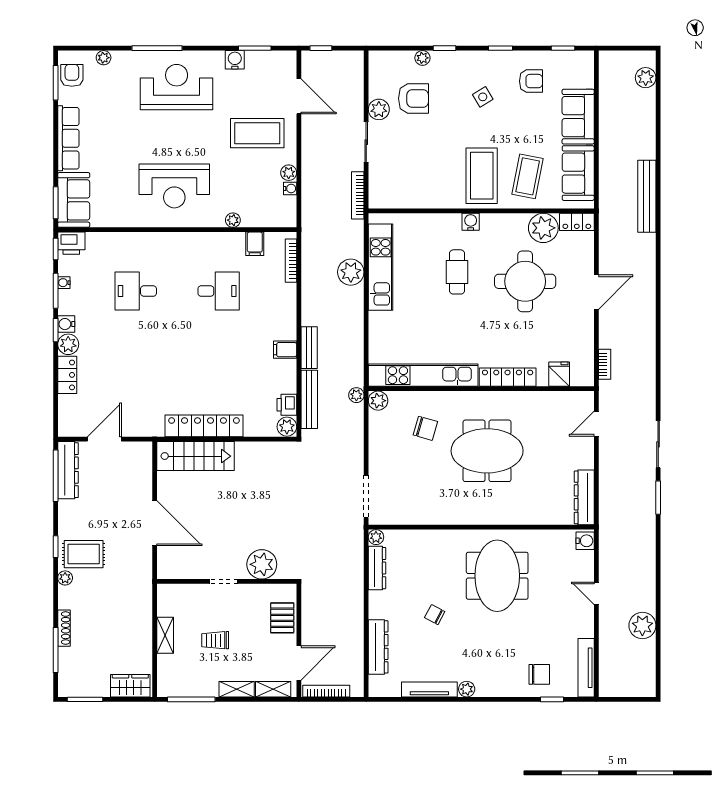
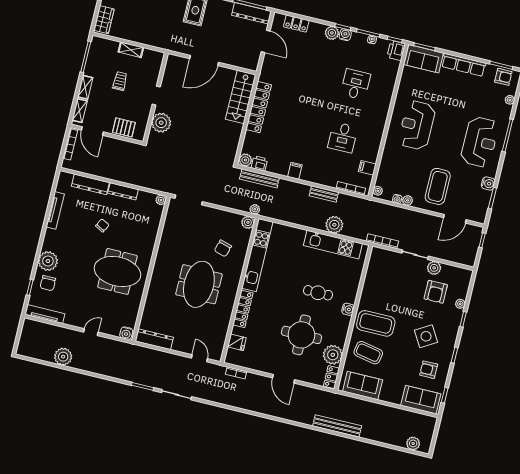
armchair: (531, 81) -> (429, 370), turned 90
side table: (483, 97) -> (426, 336), width x1.87, depth x1.87
sofa: (578, 117) -> (421, 400), moved
plant: (233, 220) -> (378, 191), moved
bench: (309, 348) -> (324, 194), moved
locker: (67, 375) -> (296, 24), moved
dresser: (377, 568) -> (123, 191), moved
plant: (467, 689) -> (48, 261), moved, width x1.87, depth x1.87

